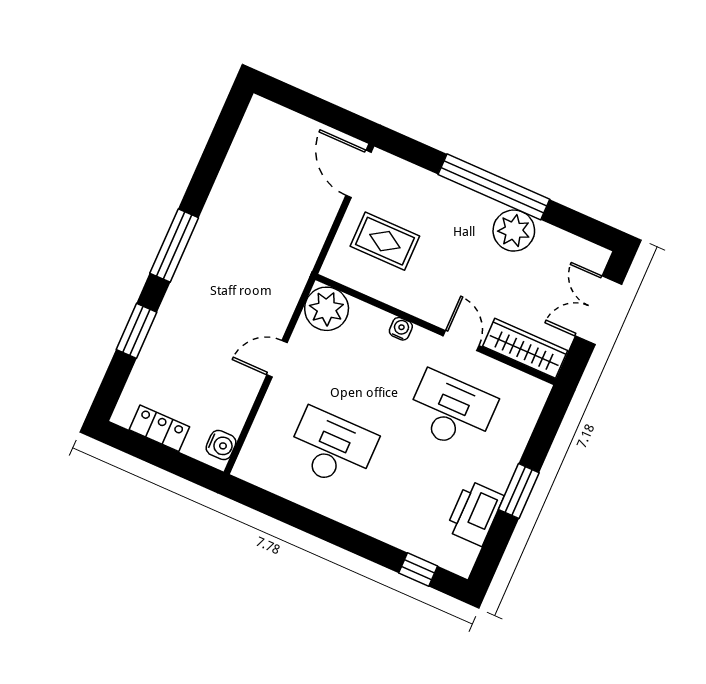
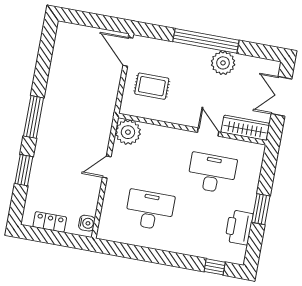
water cooler: (401, 329) -> (173, 133), removed

